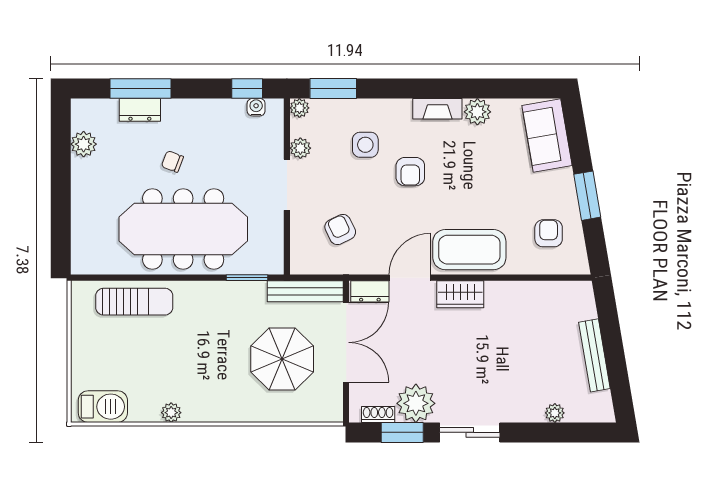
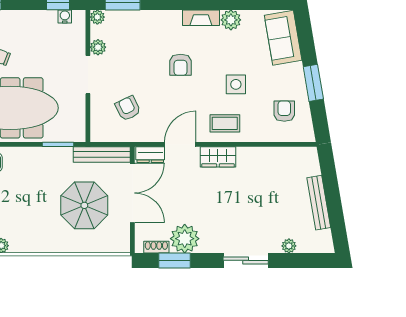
side table: (365, 145) -> (236, 84), moved
coffee table: (469, 250) -> (225, 123), width x0.54, depth x0.58
sliding door: (470, 432) -> (246, 260), moved

